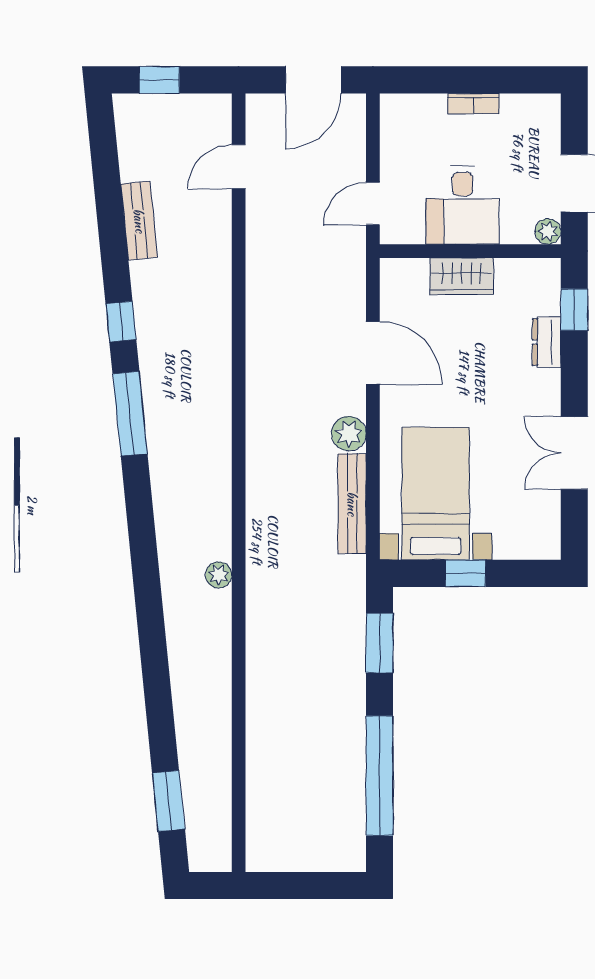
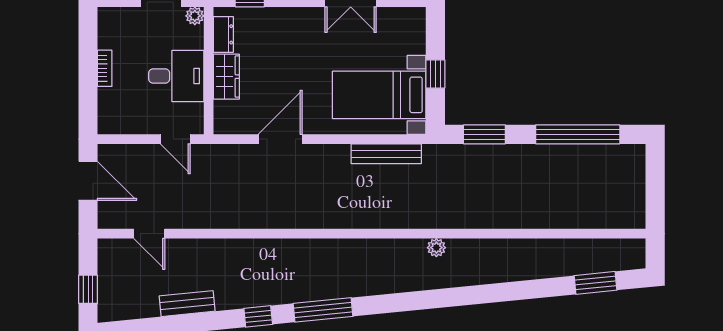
dresser: (547, 342) -> (223, 34), moved, turned -90
plant: (349, 434) -> (337, 156), removed

